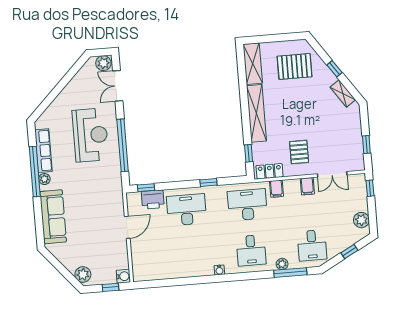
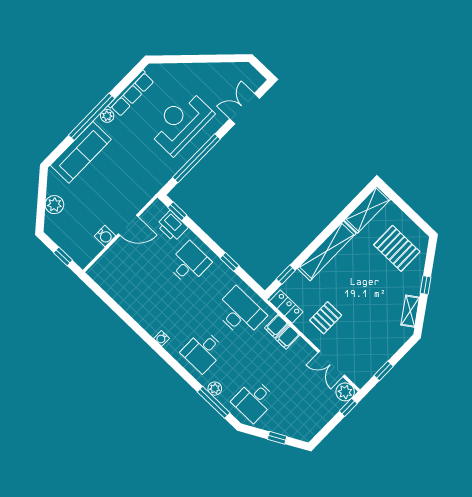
plant: (103, 63) -> (254, 79), removed
reception desk: (90, 135) -> (181, 122), turned 180
window: (35, 171) -> (92, 117), moved
filing cabinet: (307, 186) -> (288, 337), moved
desk: (186, 210) -> (189, 263), width x0.73
plant: (361, 220) -> (345, 392), moved
plant: (83, 274) -> (54, 205), moved
water cooler: (123, 276) -> (105, 236), moved

